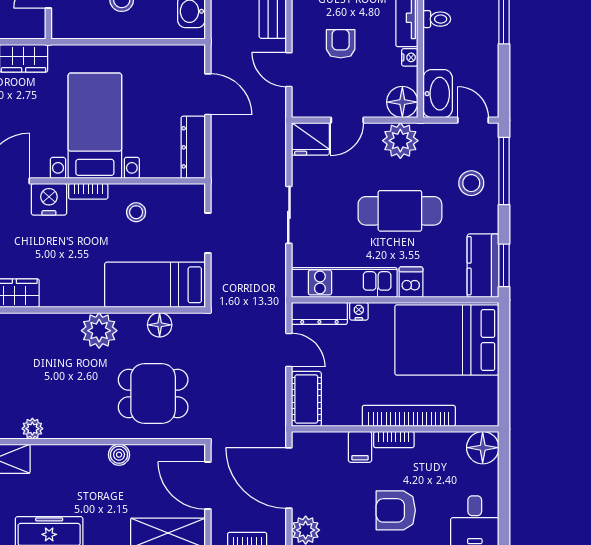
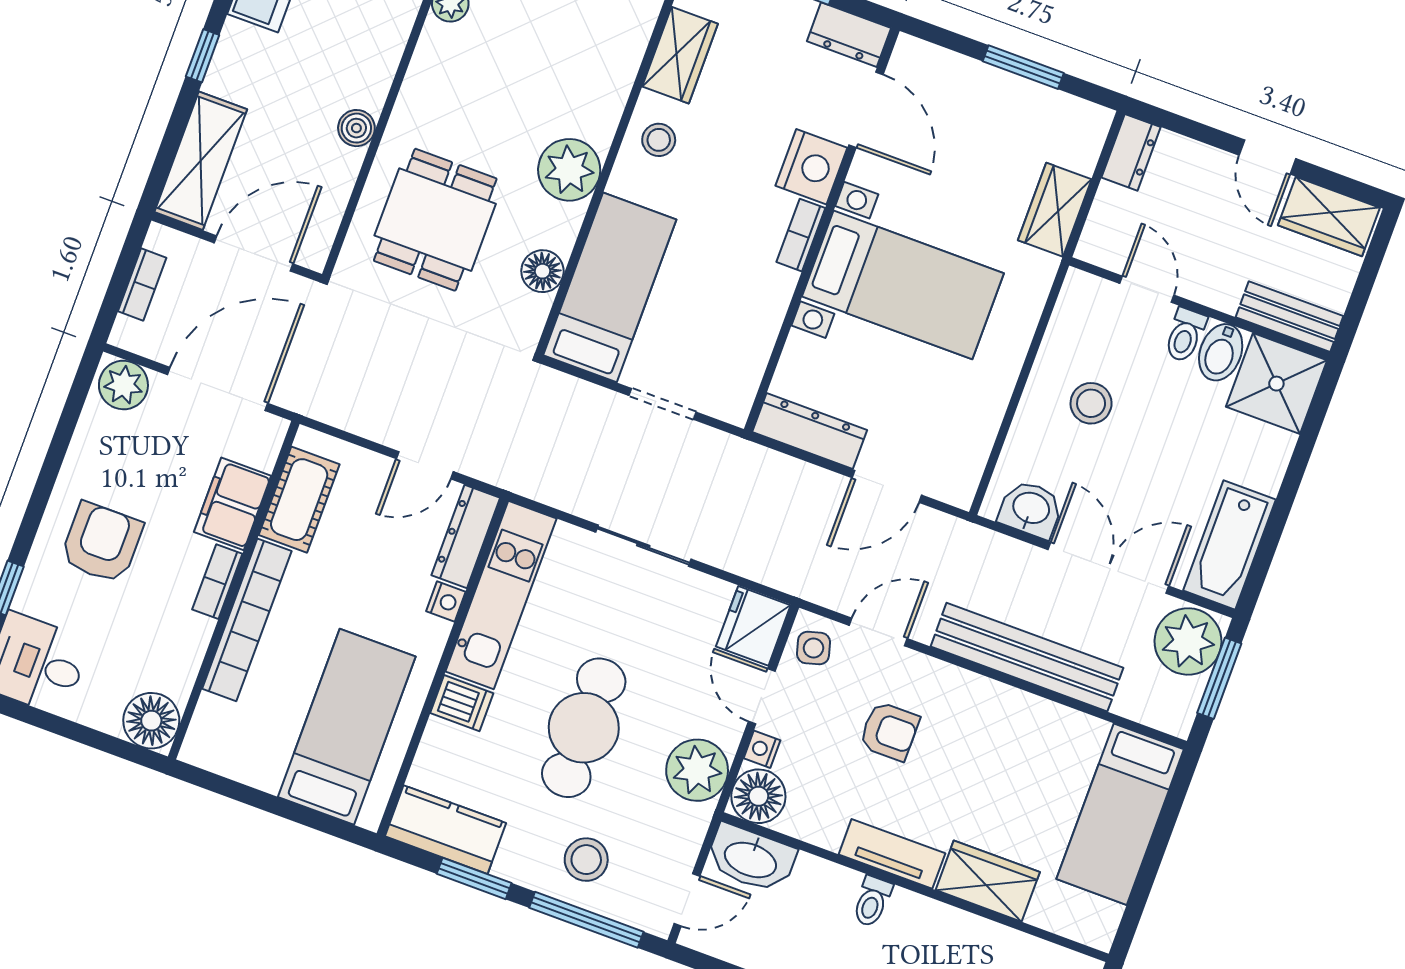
nightstand: (410, 57) -> (762, 749), moved, turned 90
side table: (311, 102) -> (813, 648), added
stool: (136, 212) -> (659, 140), moved
window: (504, 265) -> (474, 878), moved
bed: (447, 340) -> (347, 727), width x0.67
cot: (306, 399) -> (299, 500), moved, turned 90
filing cabinet: (360, 447) -> (232, 504), width x2.00

